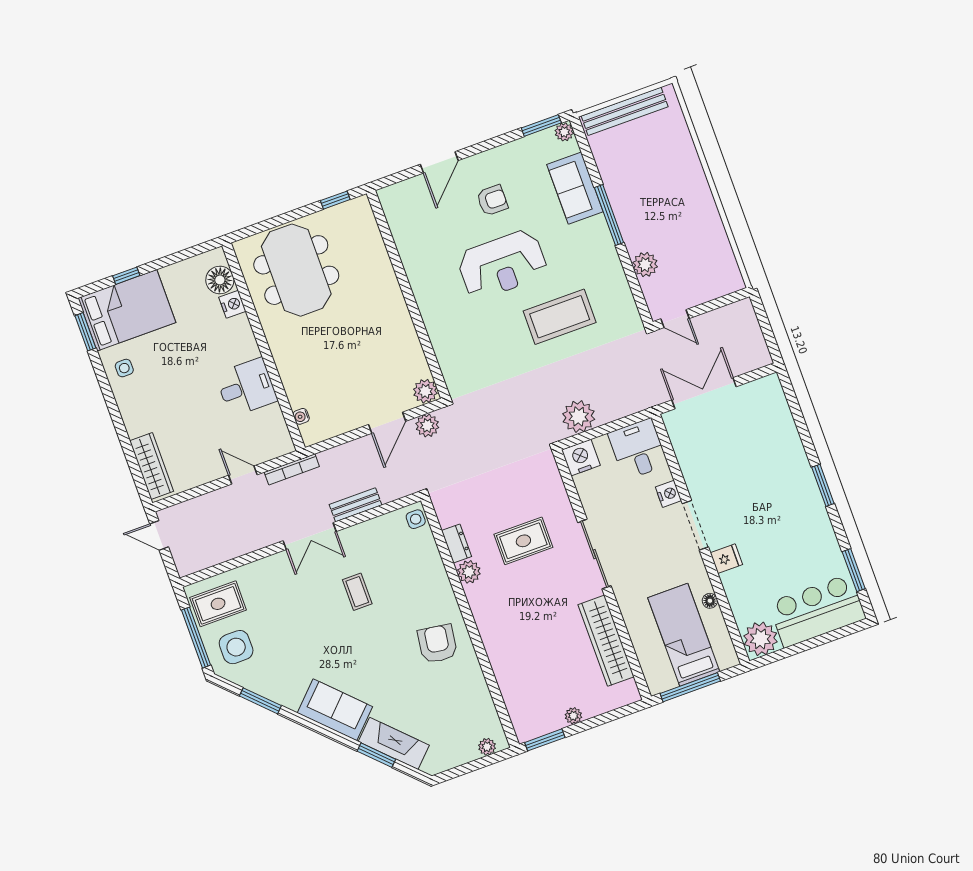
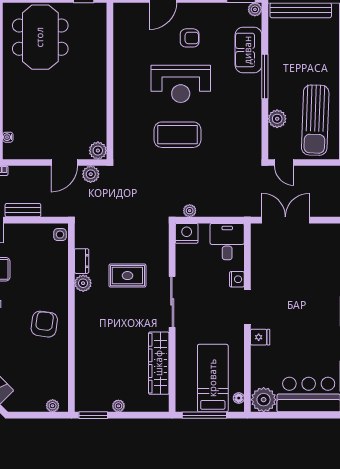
sun lounger: (696, 248) -> (315, 120), added
coffee table: (560, 317) -> (177, 135), moved
plant: (579, 417) -> (190, 211), width x0.53, depth x0.53
floor lamp: (710, 601) -> (239, 398), moved

